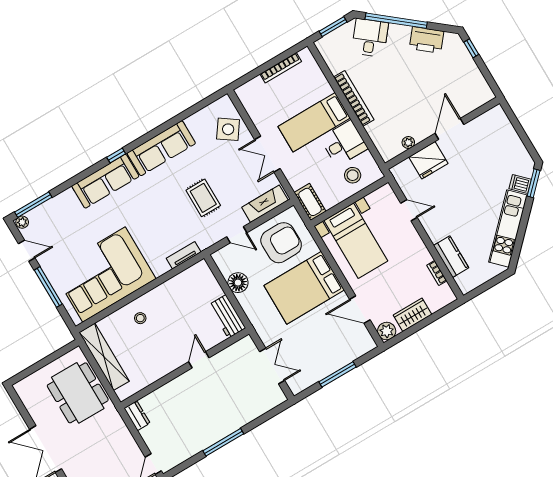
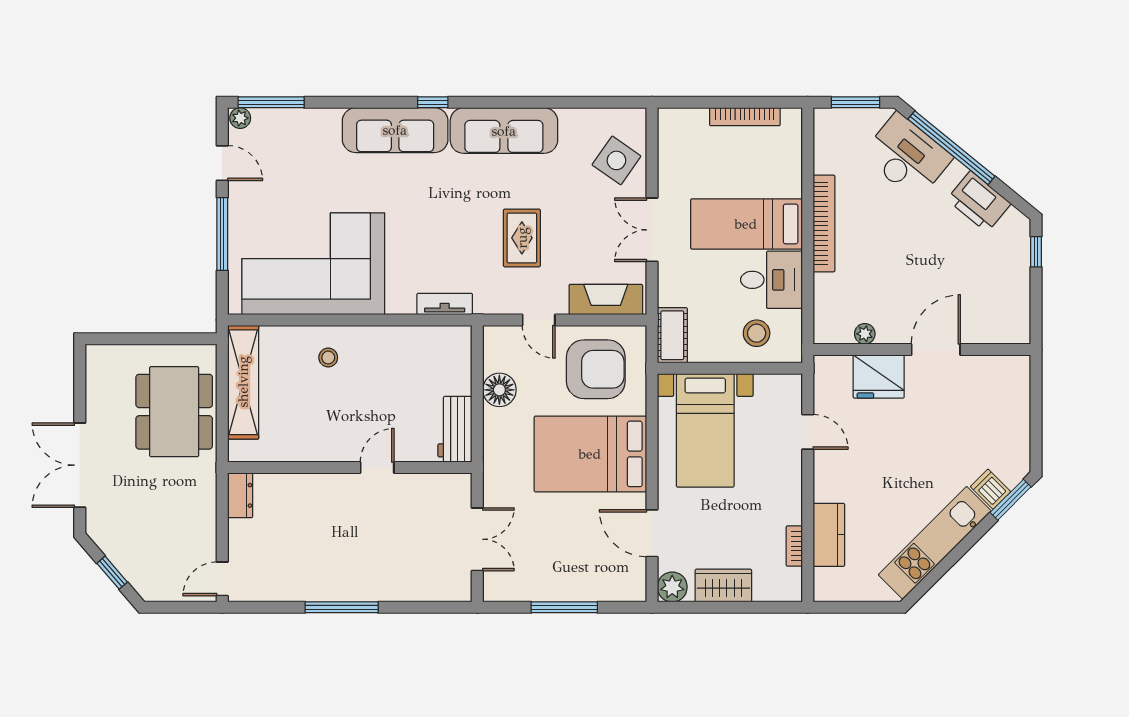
desk: (370, 38) -> (907, 156), width x1.37

